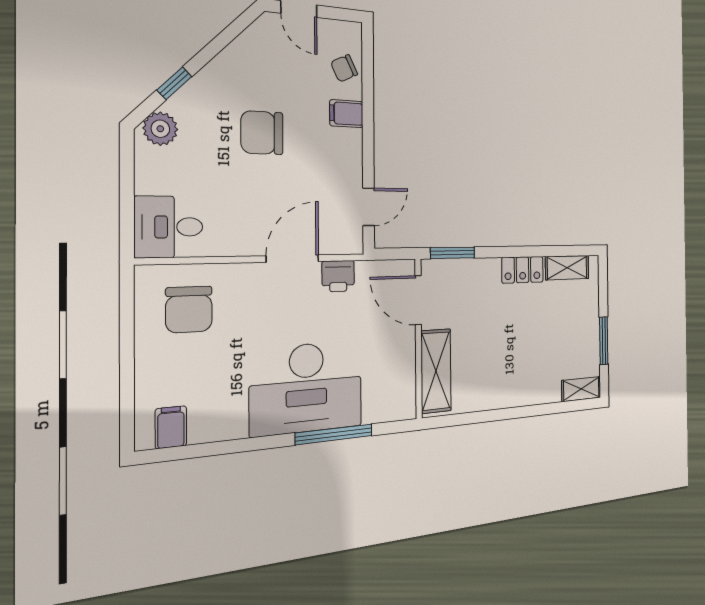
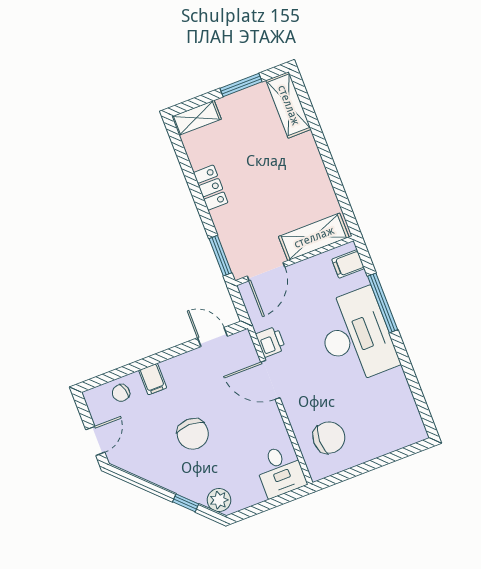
chair: (344, 68) -> (121, 393), turned 101
shelving: (567, 268) -> (196, 118), moved, turned 90
shelving: (581, 389) -> (289, 105), width x1.50, depth x1.33
filing cabinet: (171, 427) -> (348, 264), moved

